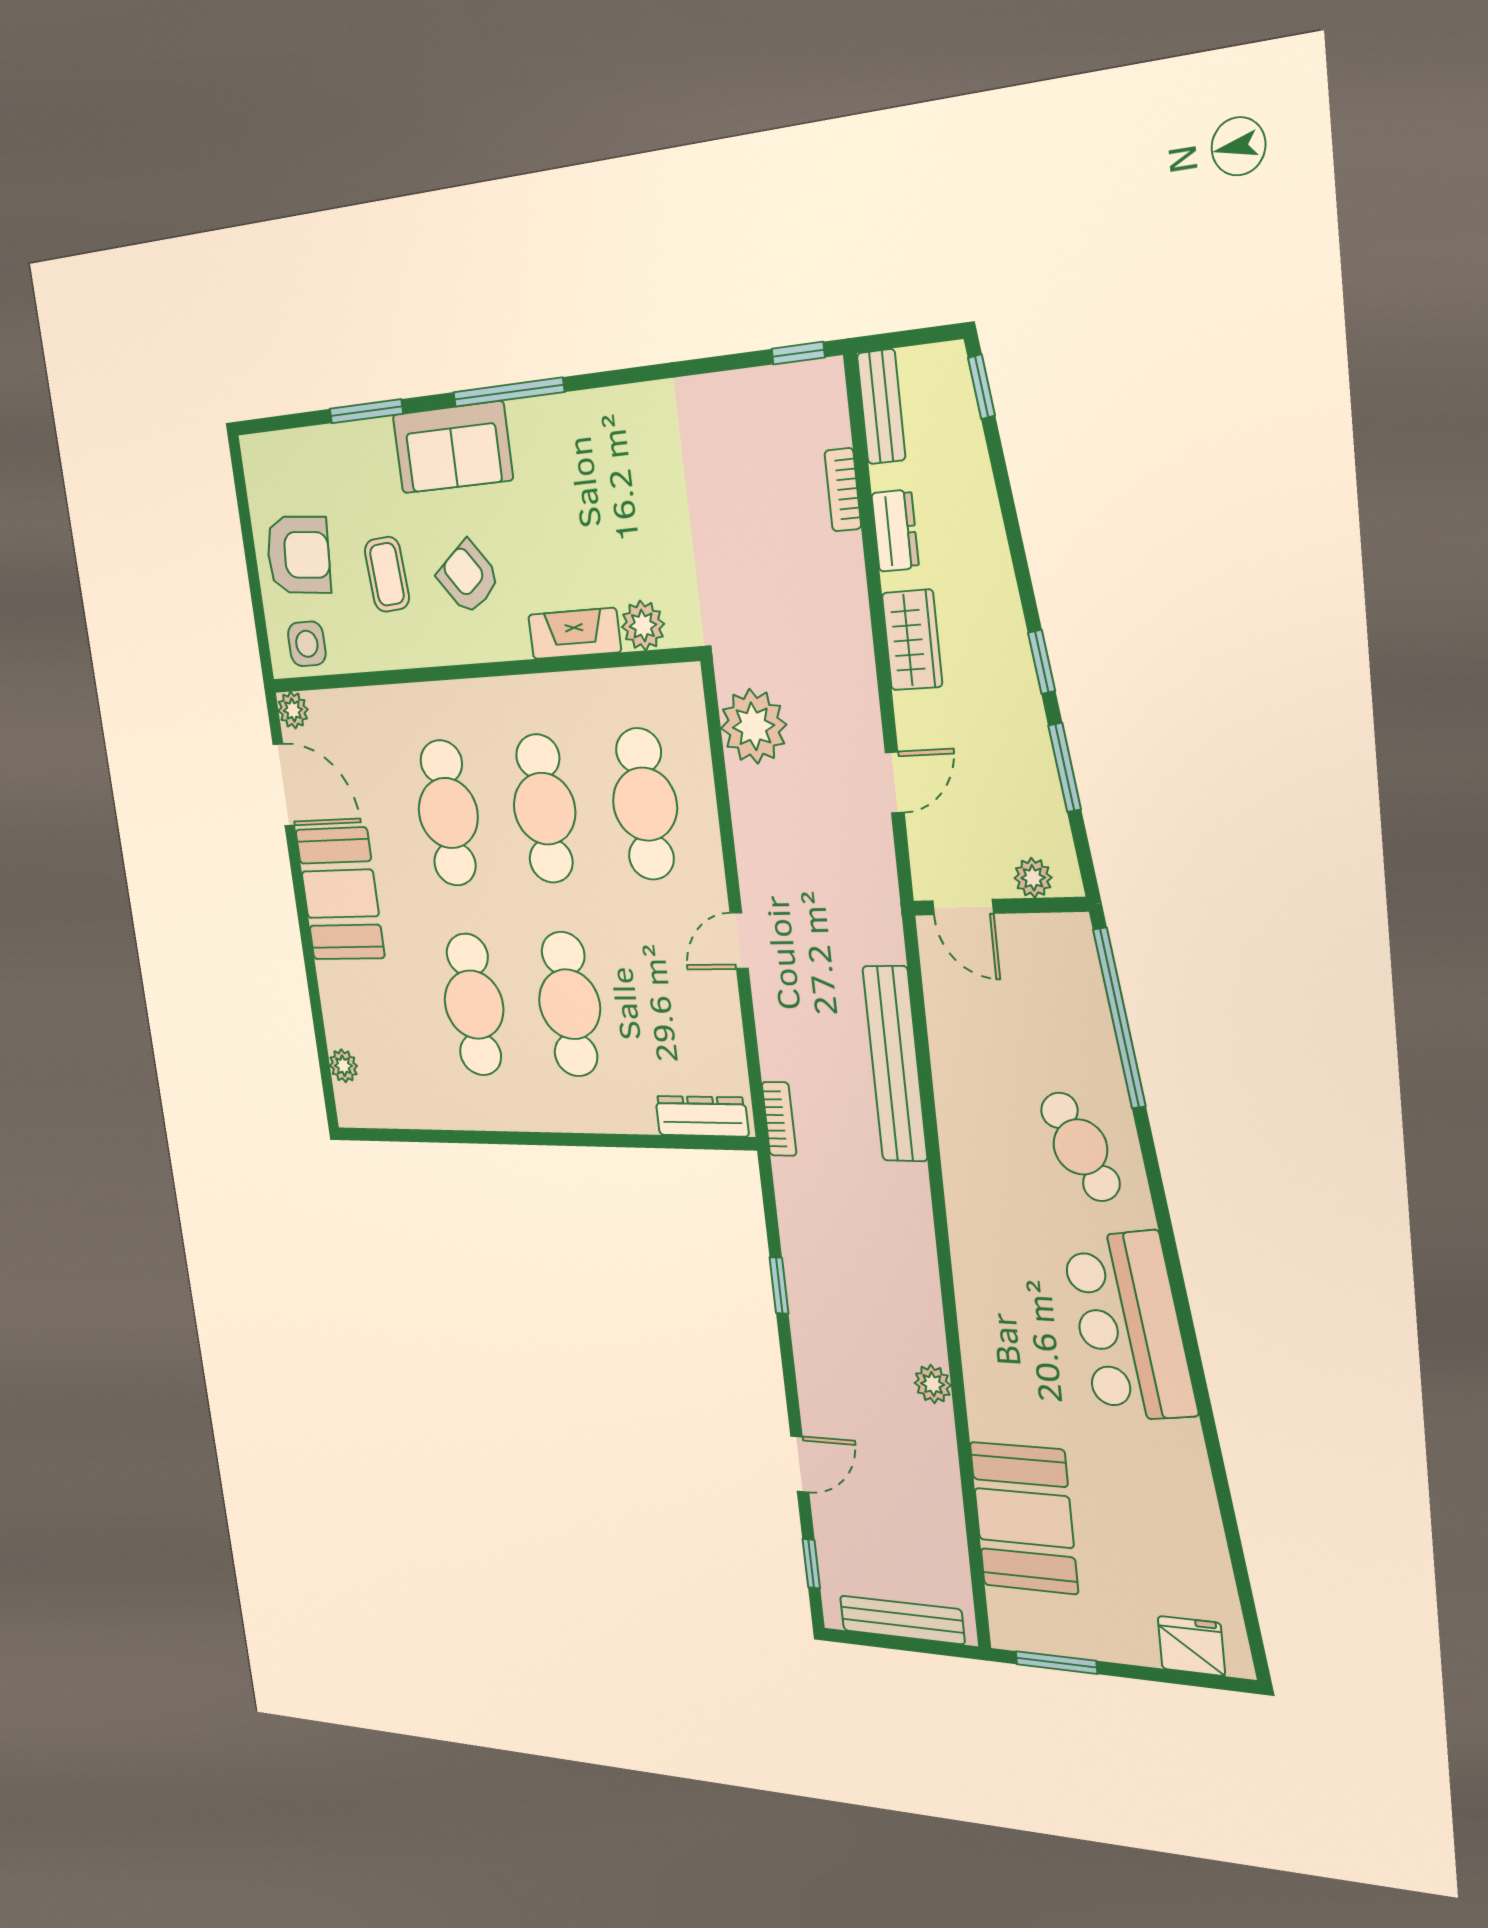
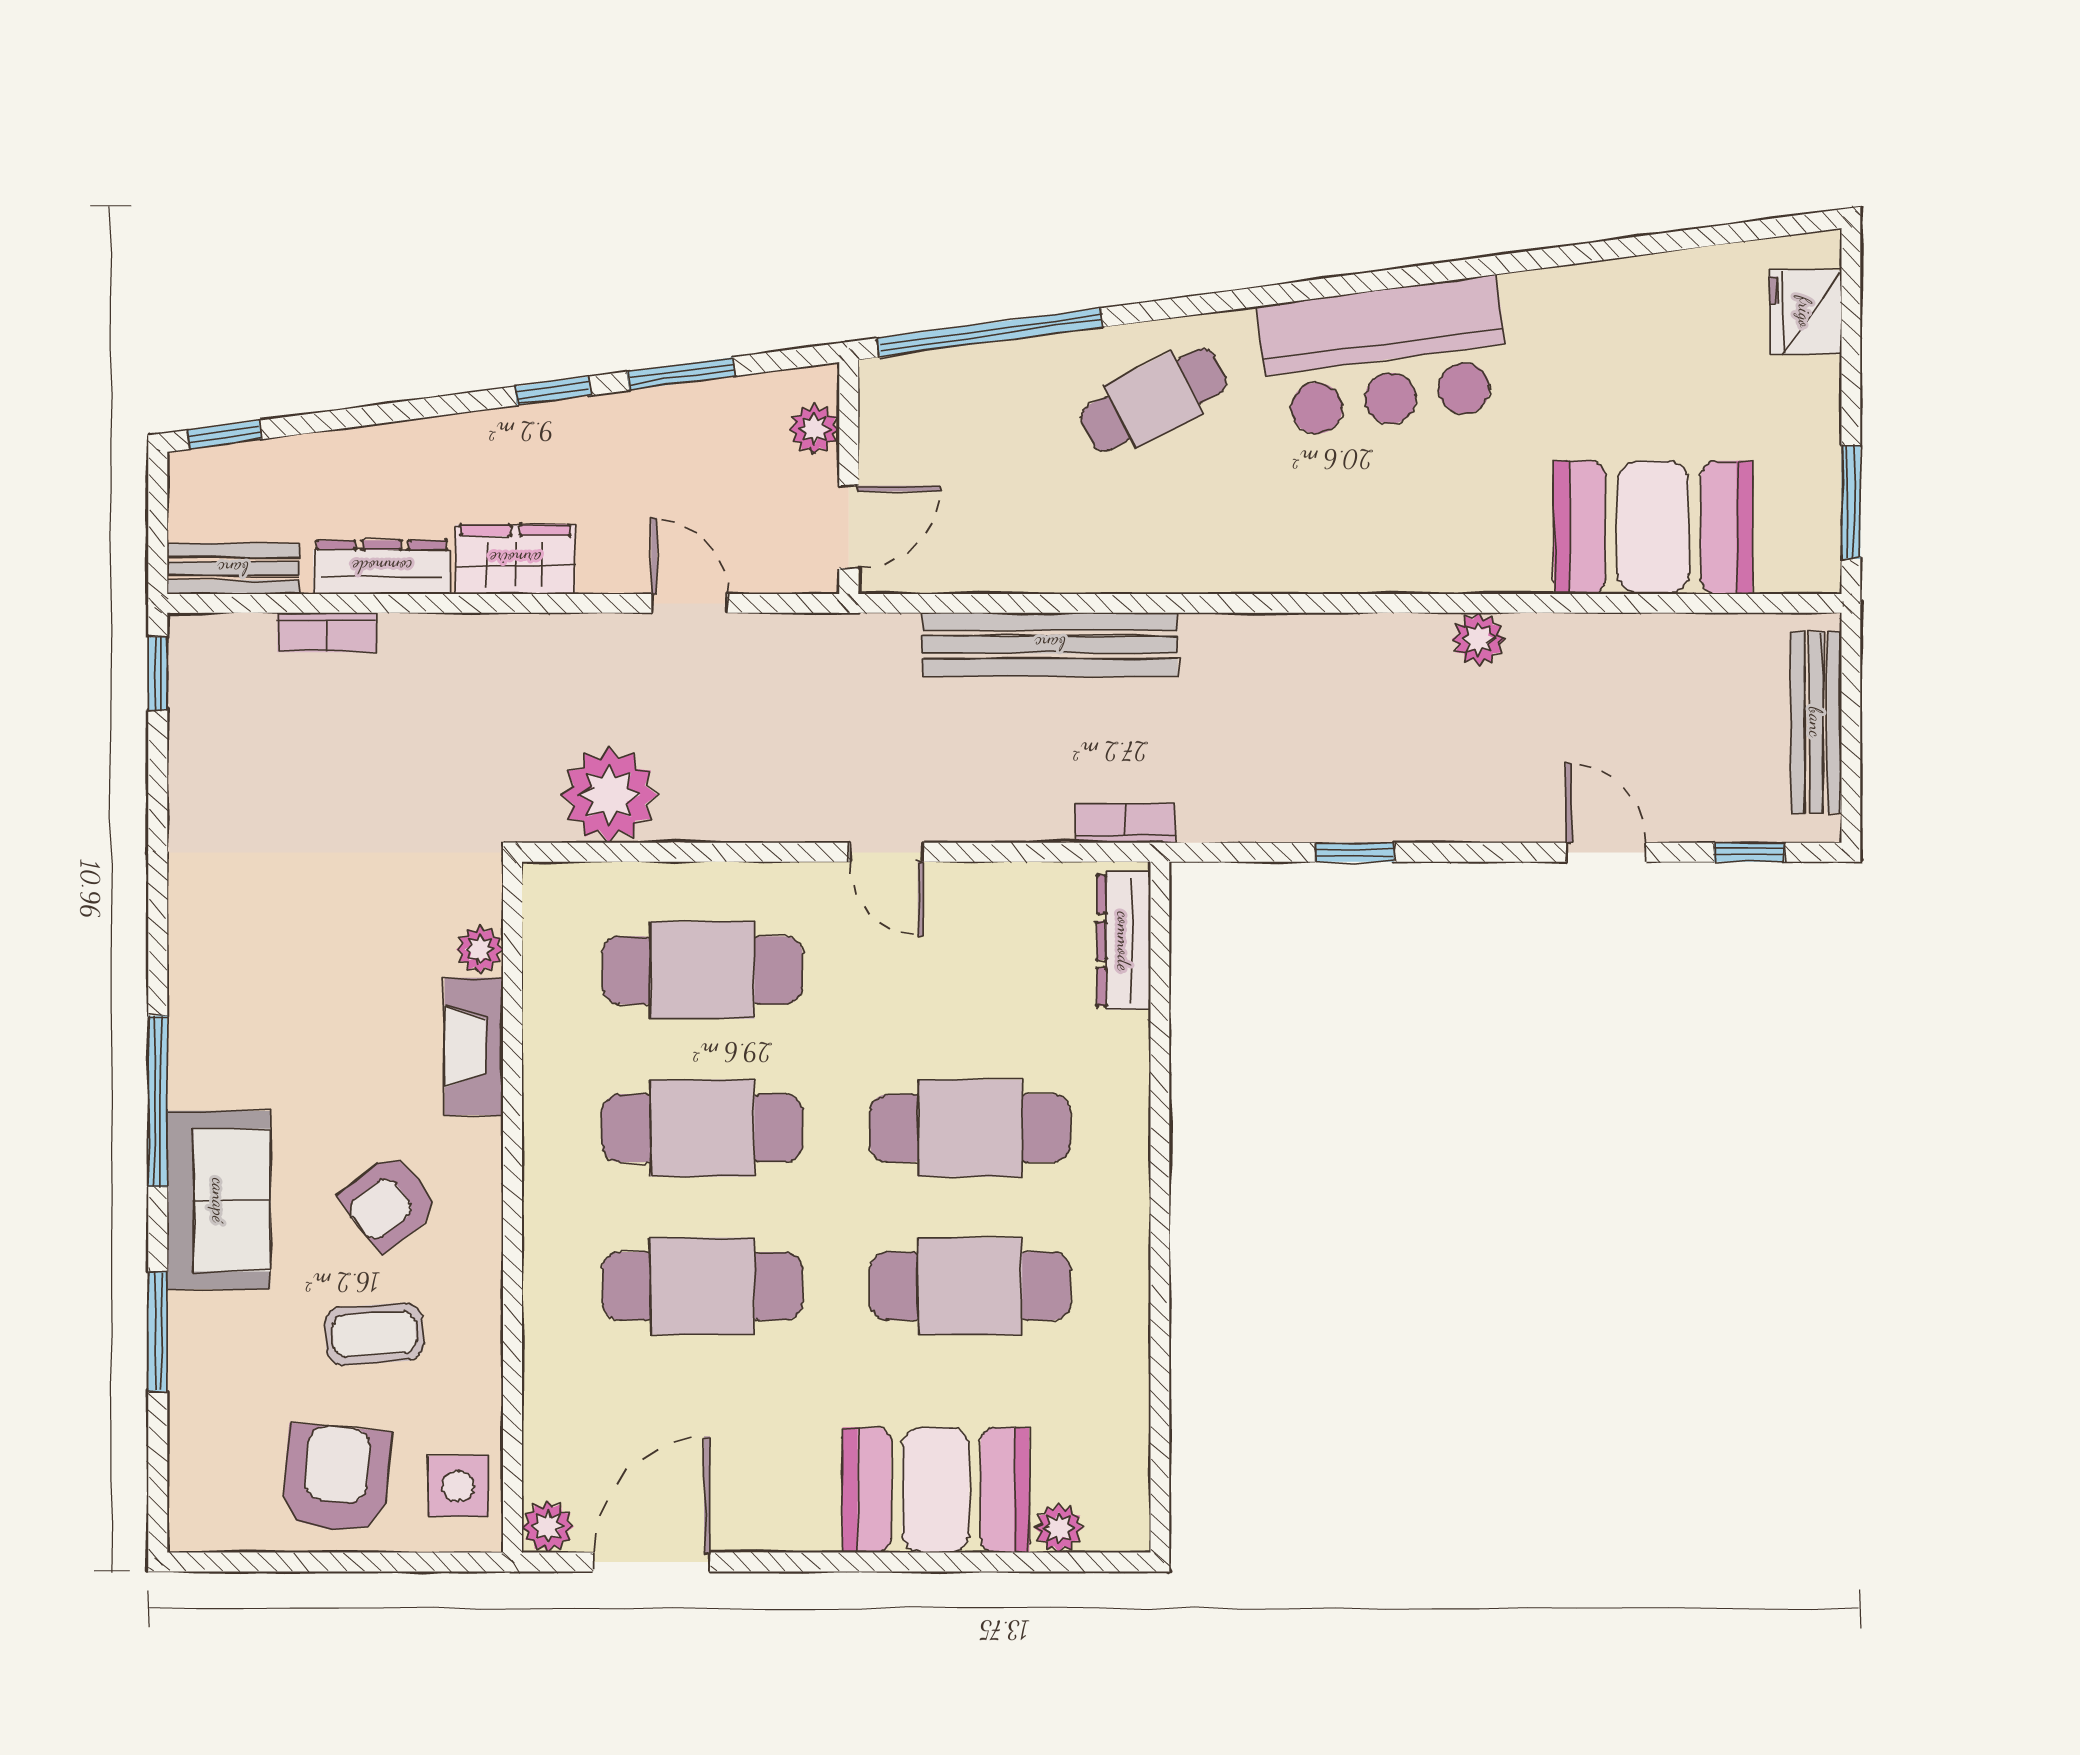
dresser: (895, 531) -> (382, 567), width x1.44
plant: (643, 625) -> (480, 949), width x0.73, depth x0.73
booth: (340, 894) -> (936, 1490), moved

